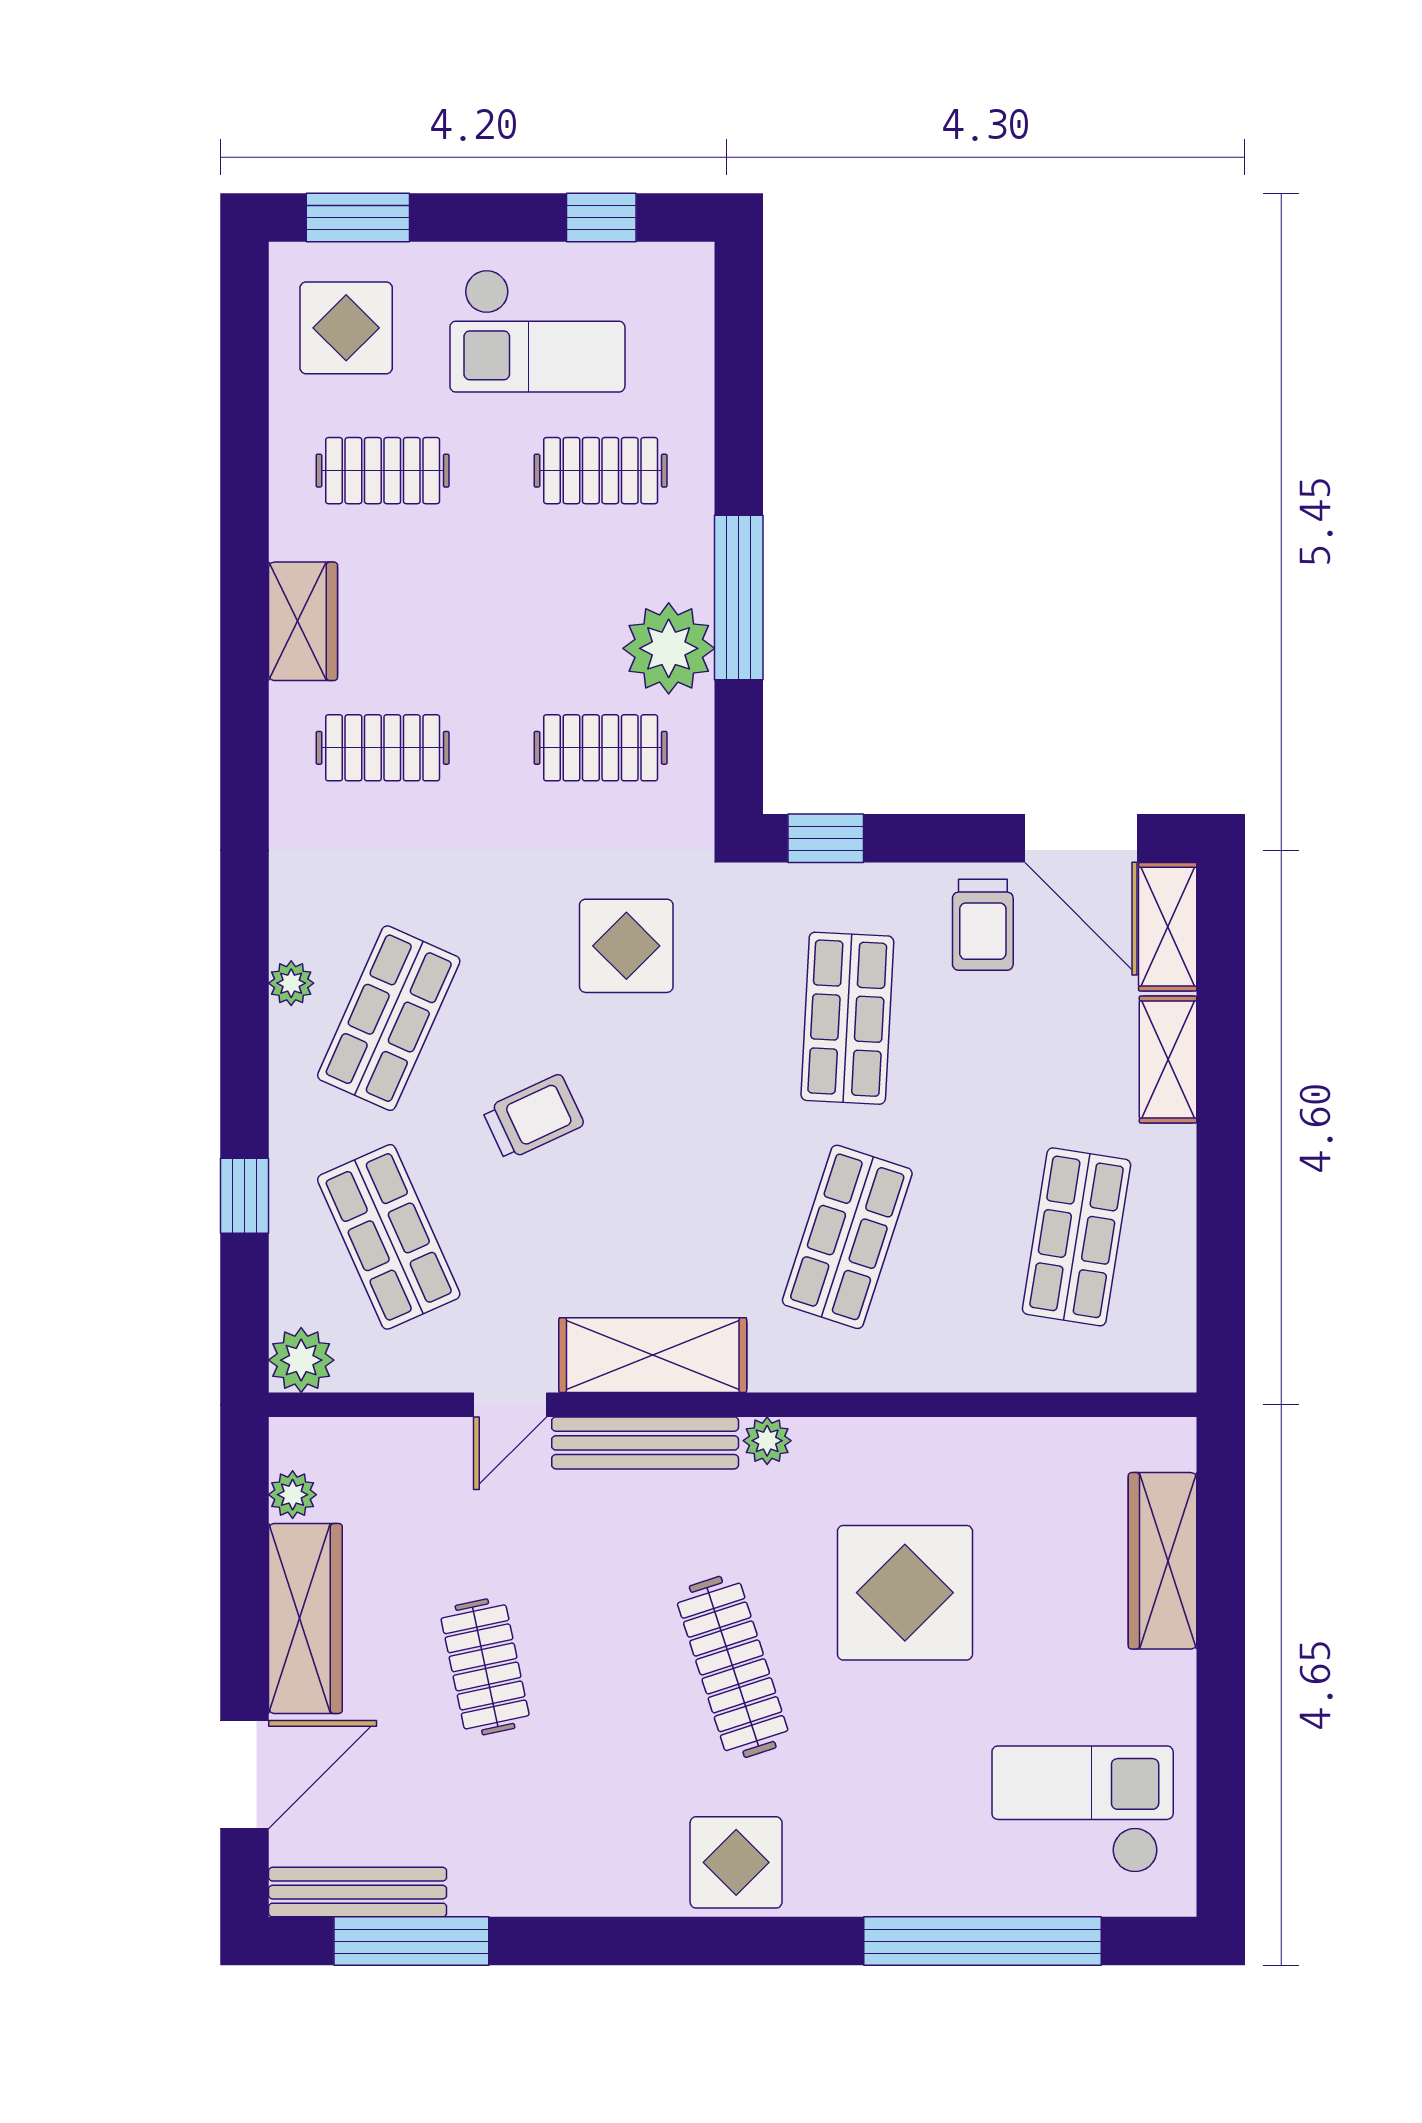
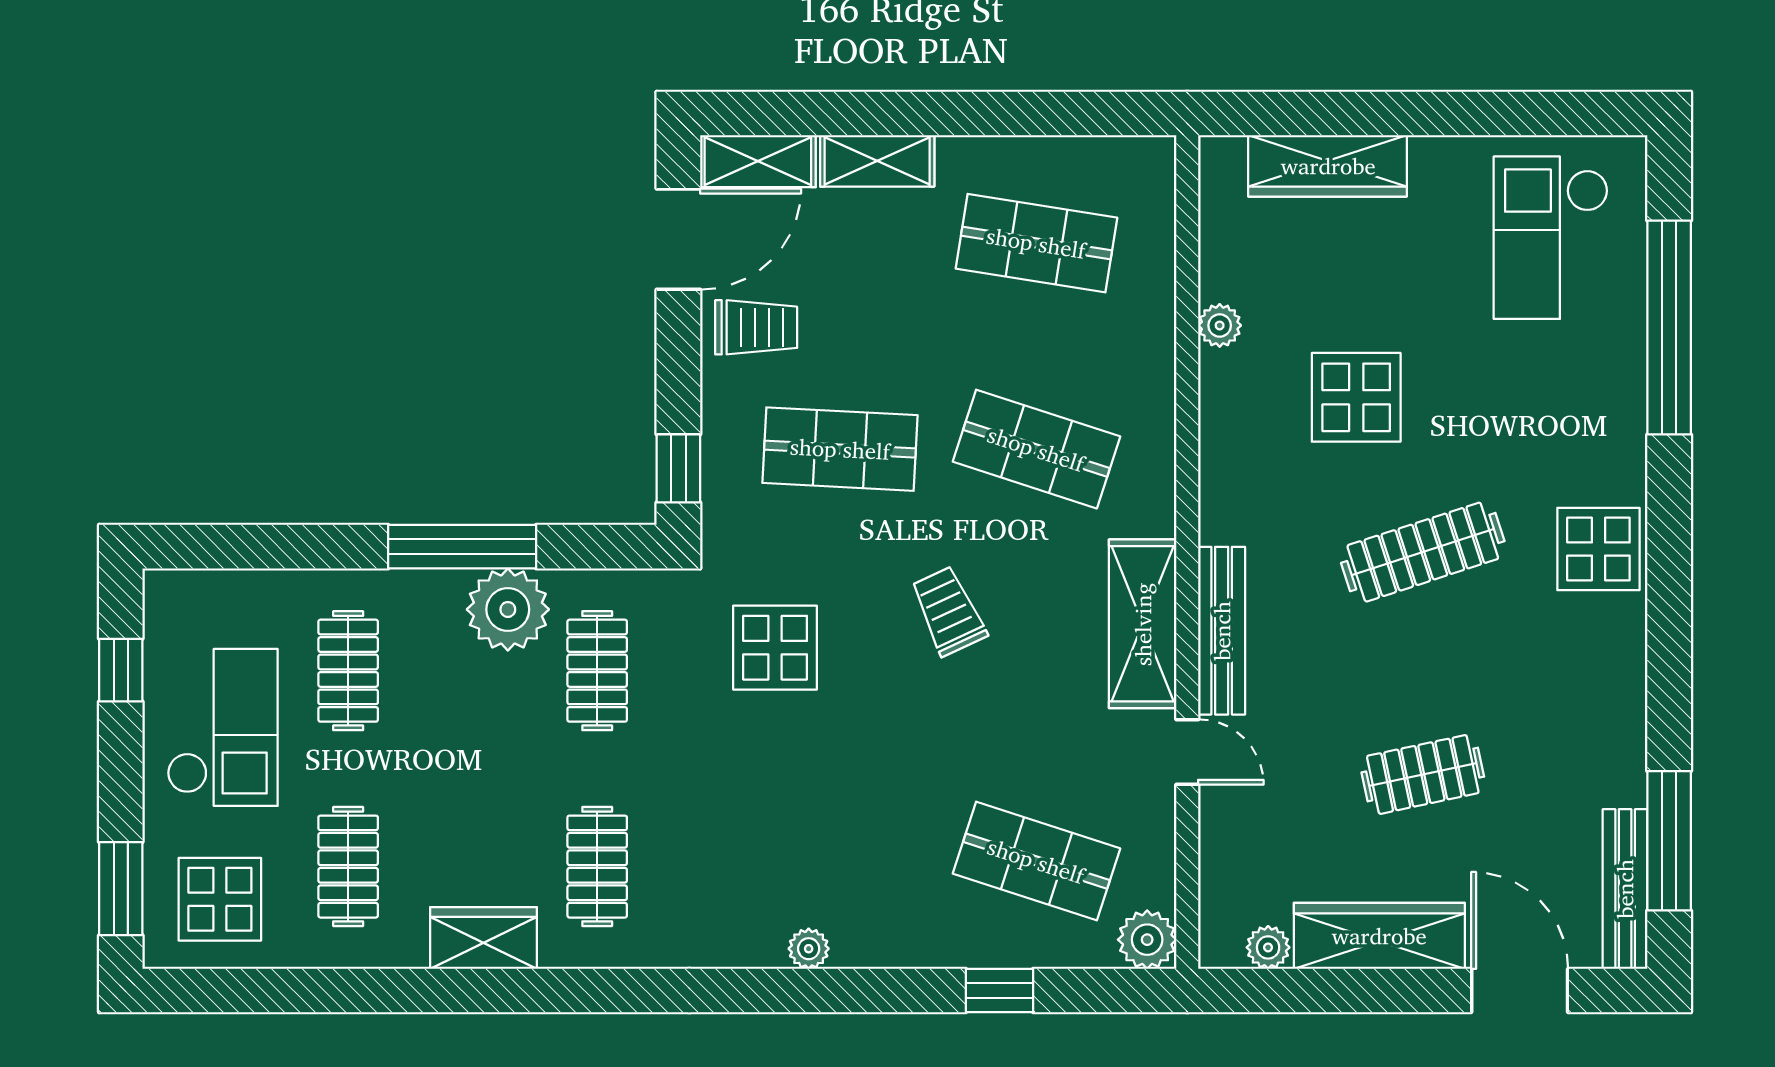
shop shelf: (389, 1018) -> (840, 861), removed
trolley: (533, 1117) -> (948, 611), moved
shop shelf: (389, 1237) -> (1036, 861), turned 42
plant: (767, 1441) -> (1220, 325), moved
display table: (905, 1593) -> (1356, 397), width x0.73, depth x0.73

